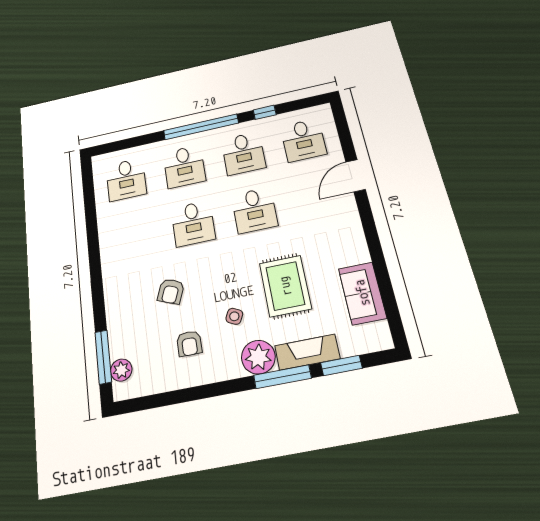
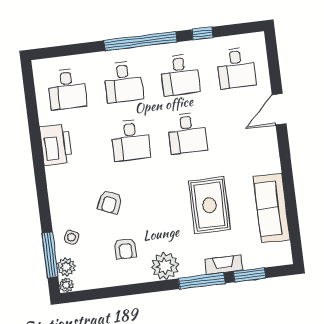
printer: (113, 236) -> (56, 145), added
sofa: (362, 293) -> (272, 208), width x1.36
side table: (234, 316) -> (71, 237), moved
fireplace: (307, 352) -> (224, 265), width x0.73, depth x0.76
plant: (258, 357) -> (165, 266), moved
plant: (121, 392) -> (66, 285), added

